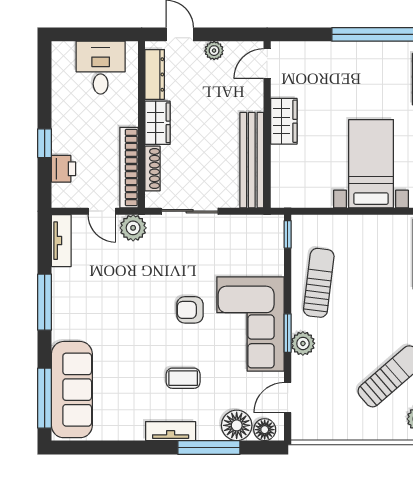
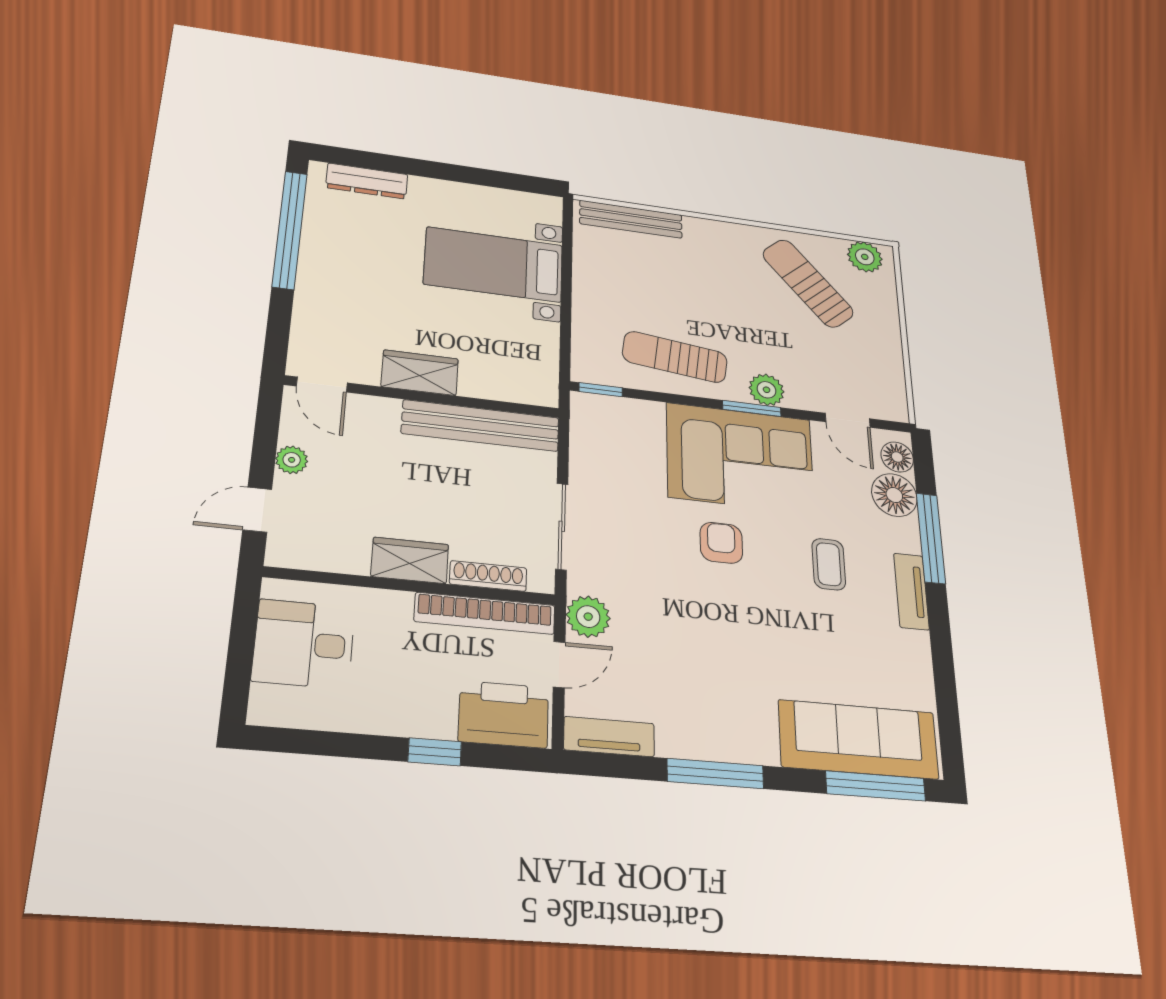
dresser: (155, 74) -> (324, 556), removed
printer: (64, 169) -> (504, 714), width x1.87, depth x1.48
armchair: (190, 310) -> (721, 543), turned 180

